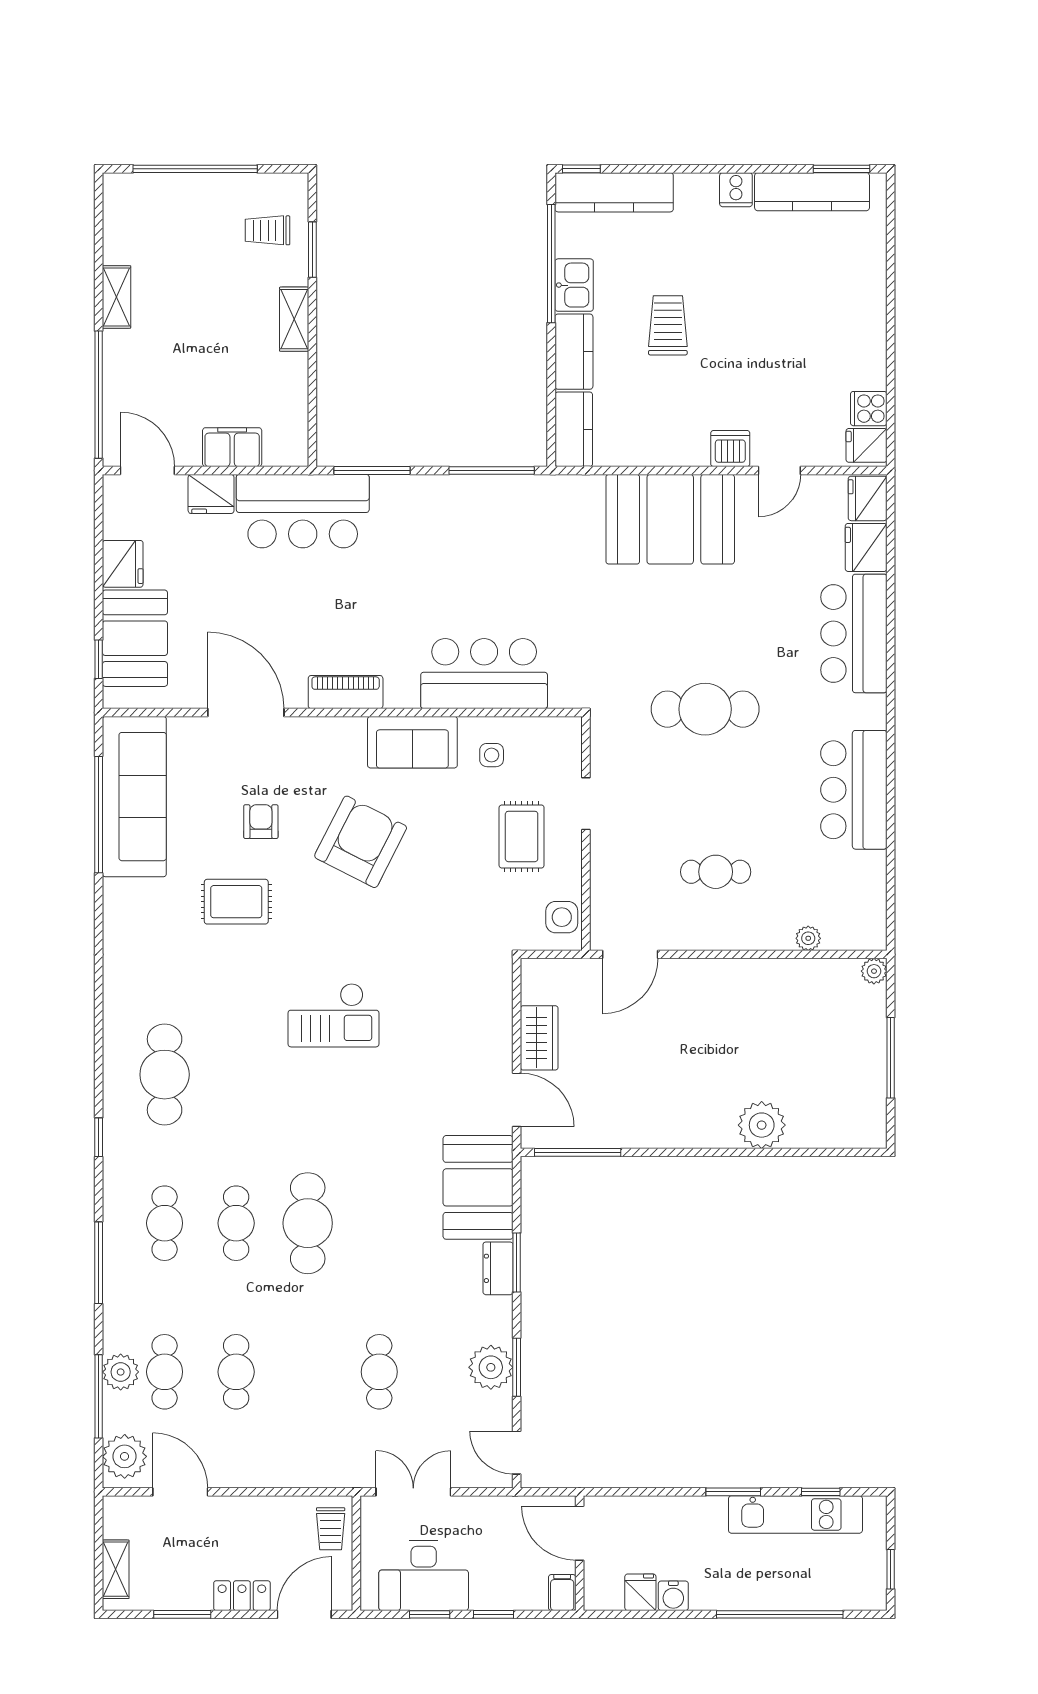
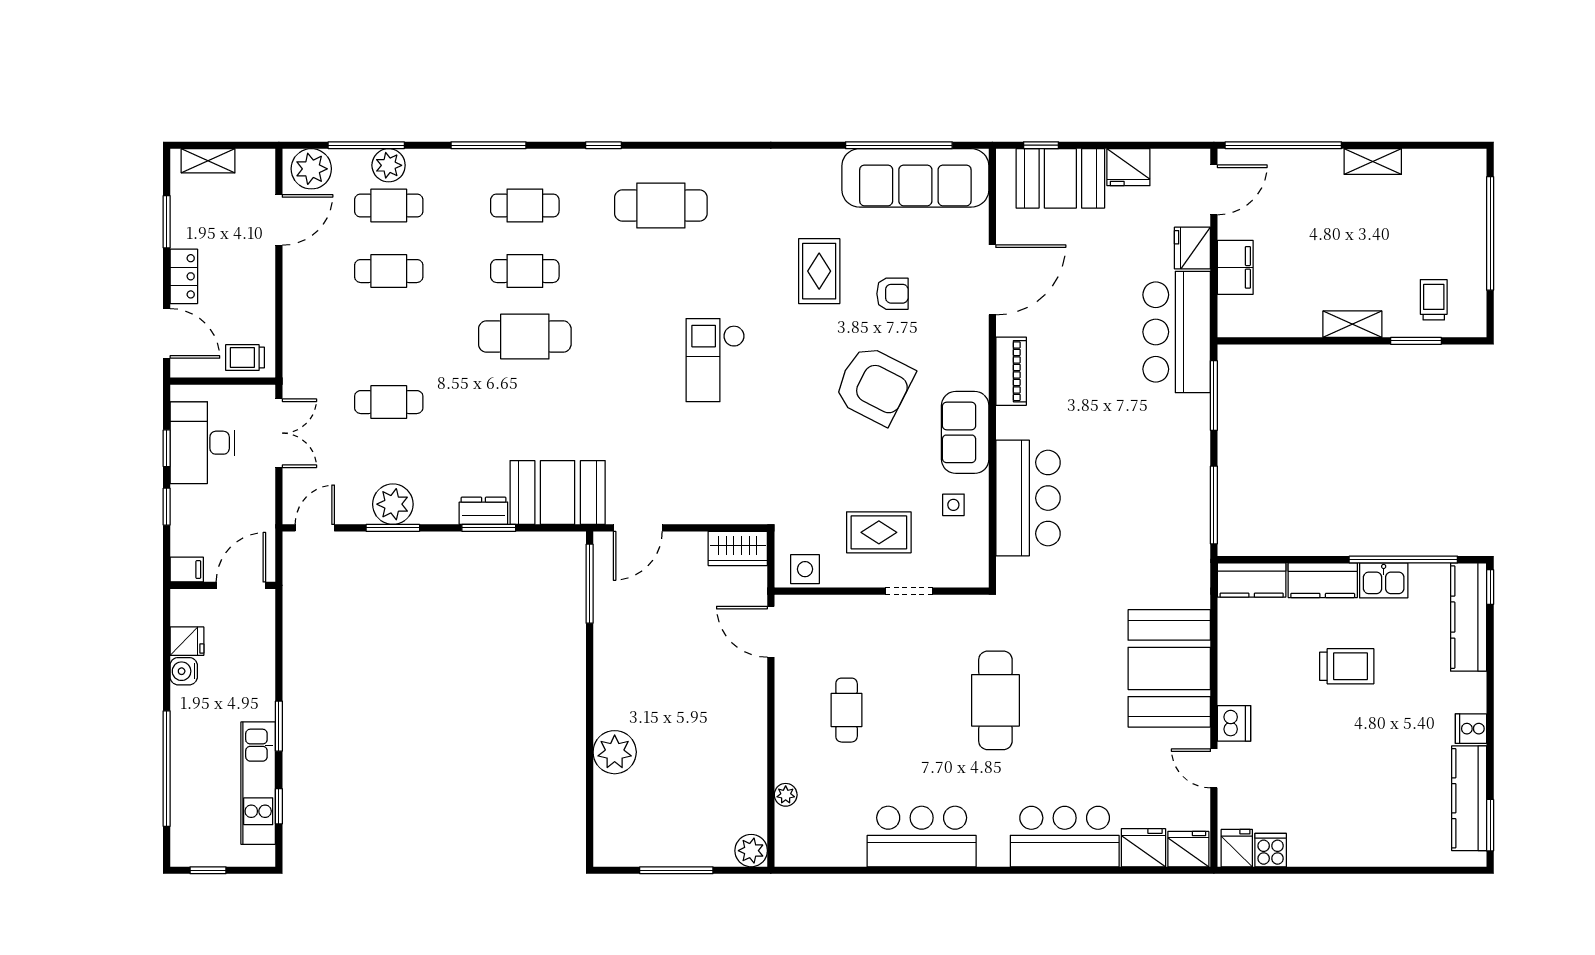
plant: (874, 971) -> (751, 851), width x1.38, depth x1.38
wardrobe: (539, 1038) -> (738, 548), moved

